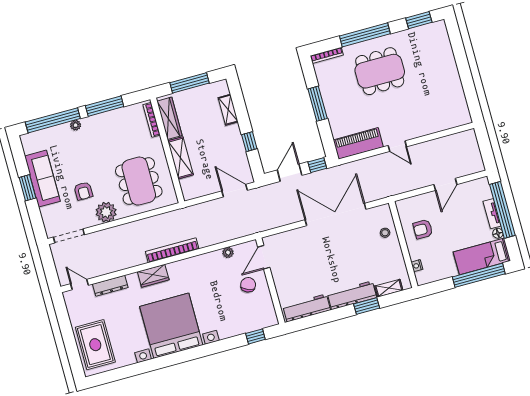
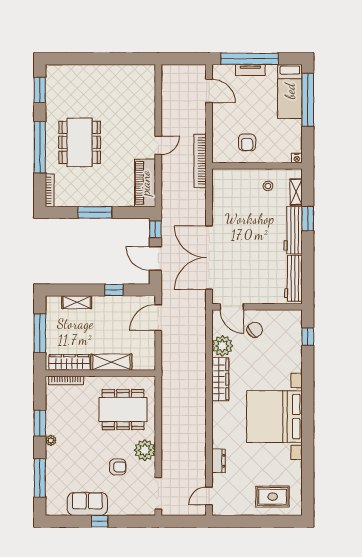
window: (105, 106) -> (40, 423), width x0.69
window: (53, 120) -> (40, 478), width x0.68
plant: (76, 125) -> (51, 440), moved
sofa: (42, 179) -> (87, 504), width x0.73
door: (445, 184) -> (209, 91), moved
window: (27, 188) -> (100, 521), width x0.67
double door: (336, 214) -> (209, 258), moved
stool: (385, 233) -> (268, 186), moved
floor lamp: (498, 233) -> (271, 70), removed
bookcase: (172, 250) -> (200, 161), moved
plant: (228, 252) -> (222, 346), width x1.88, depth x1.88
nightstand: (417, 266) -> (297, 158), moved
wardrobe: (153, 276) -> (220, 379), moved, width x1.50
chair: (248, 285) -> (255, 330), turned 118
dresser: (110, 286) -> (219, 461), width x0.70
rug: (95, 345) -> (273, 497), width x0.73, depth x0.70

